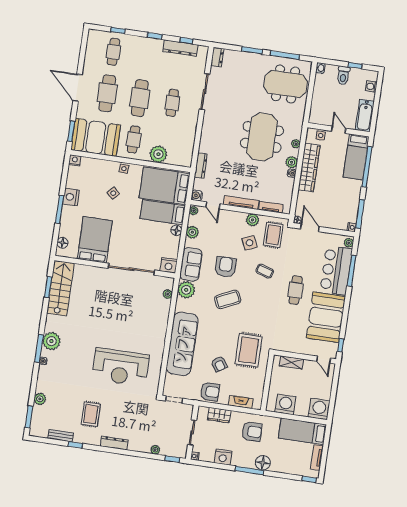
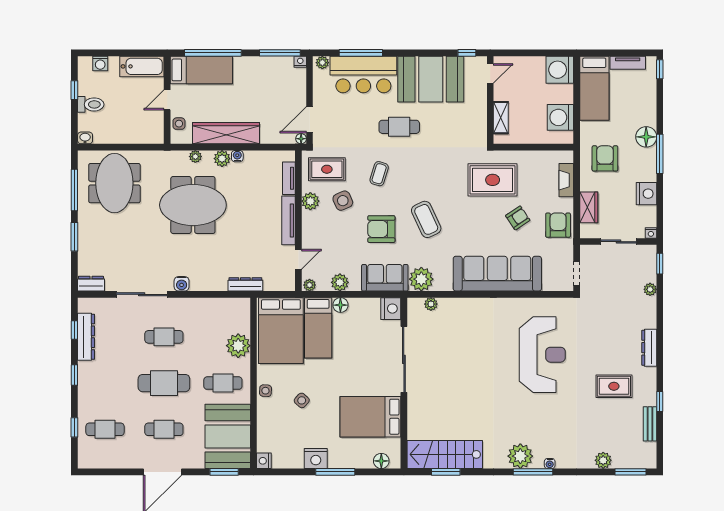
cafe table: (107, 93) -> (164, 429), width x0.73, depth x0.74
water cooler: (197, 195) -> (182, 284), moved

